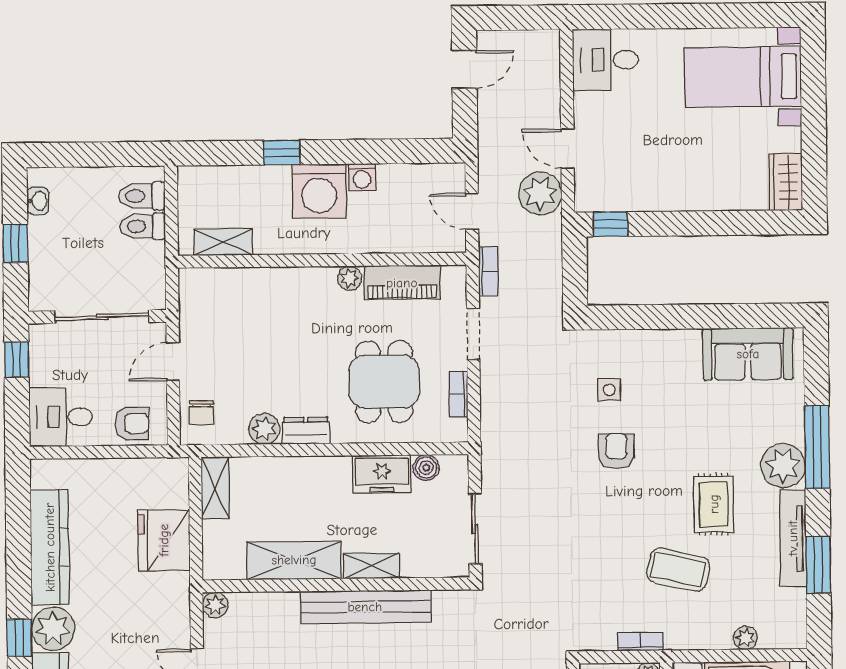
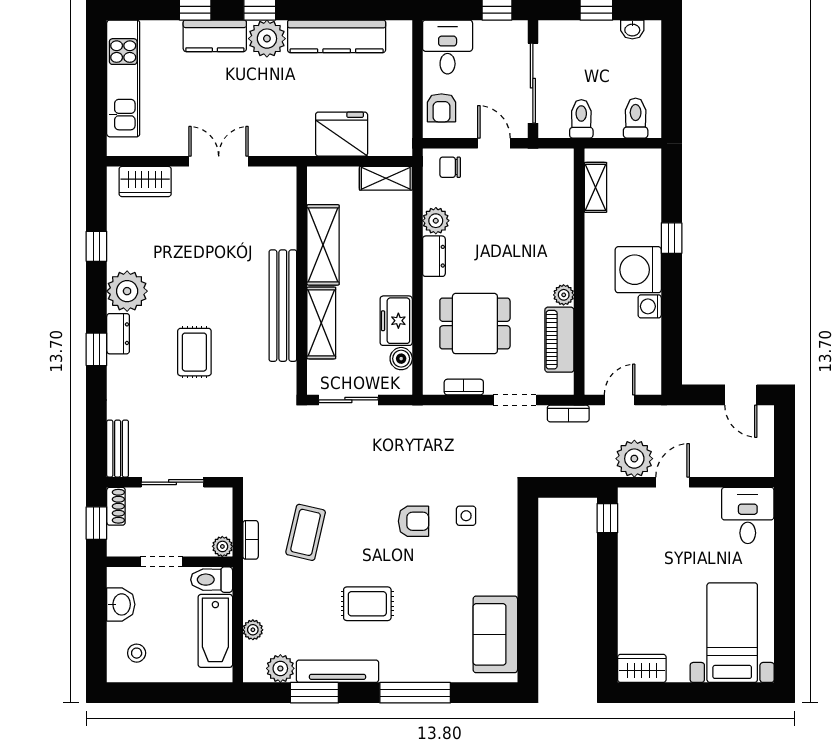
toilet: (143, 226) -> (581, 119), moved
plant: (783, 466) -> (280, 668), moved, width x0.73, depth x0.73
shelving: (371, 566) -> (321, 323), width x1.50, depth x1.33
coffee table: (678, 570) -> (306, 532), moved
plant: (215, 605) -> (286, 177), removed

